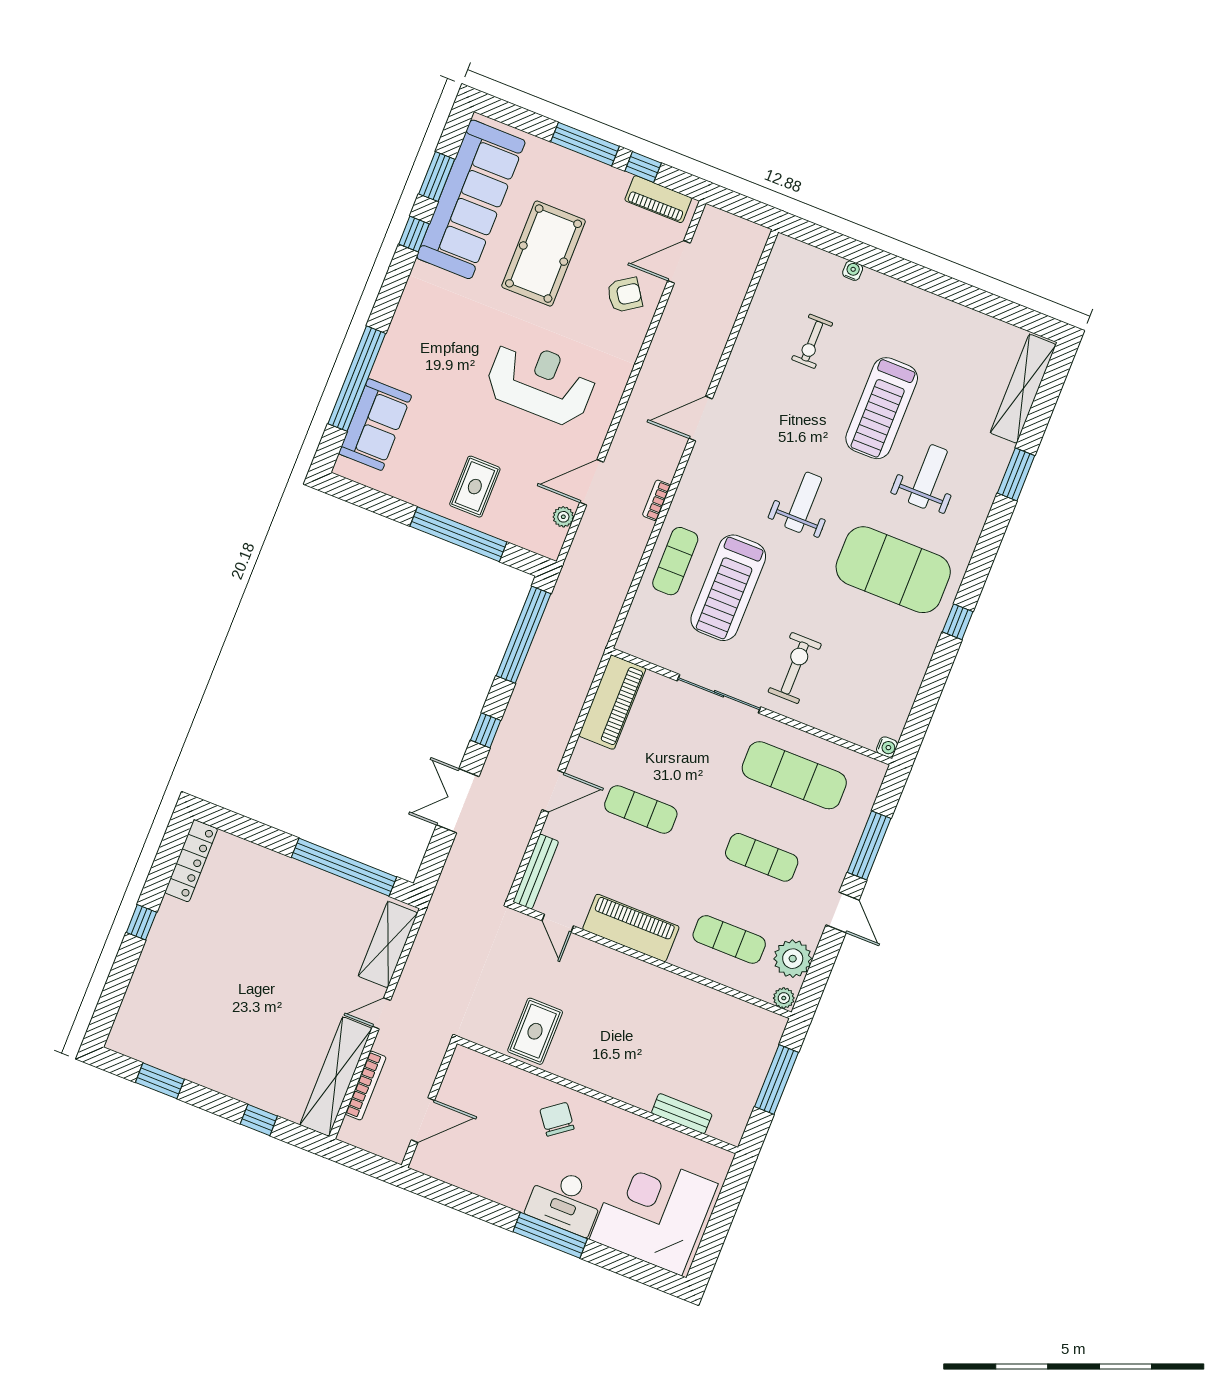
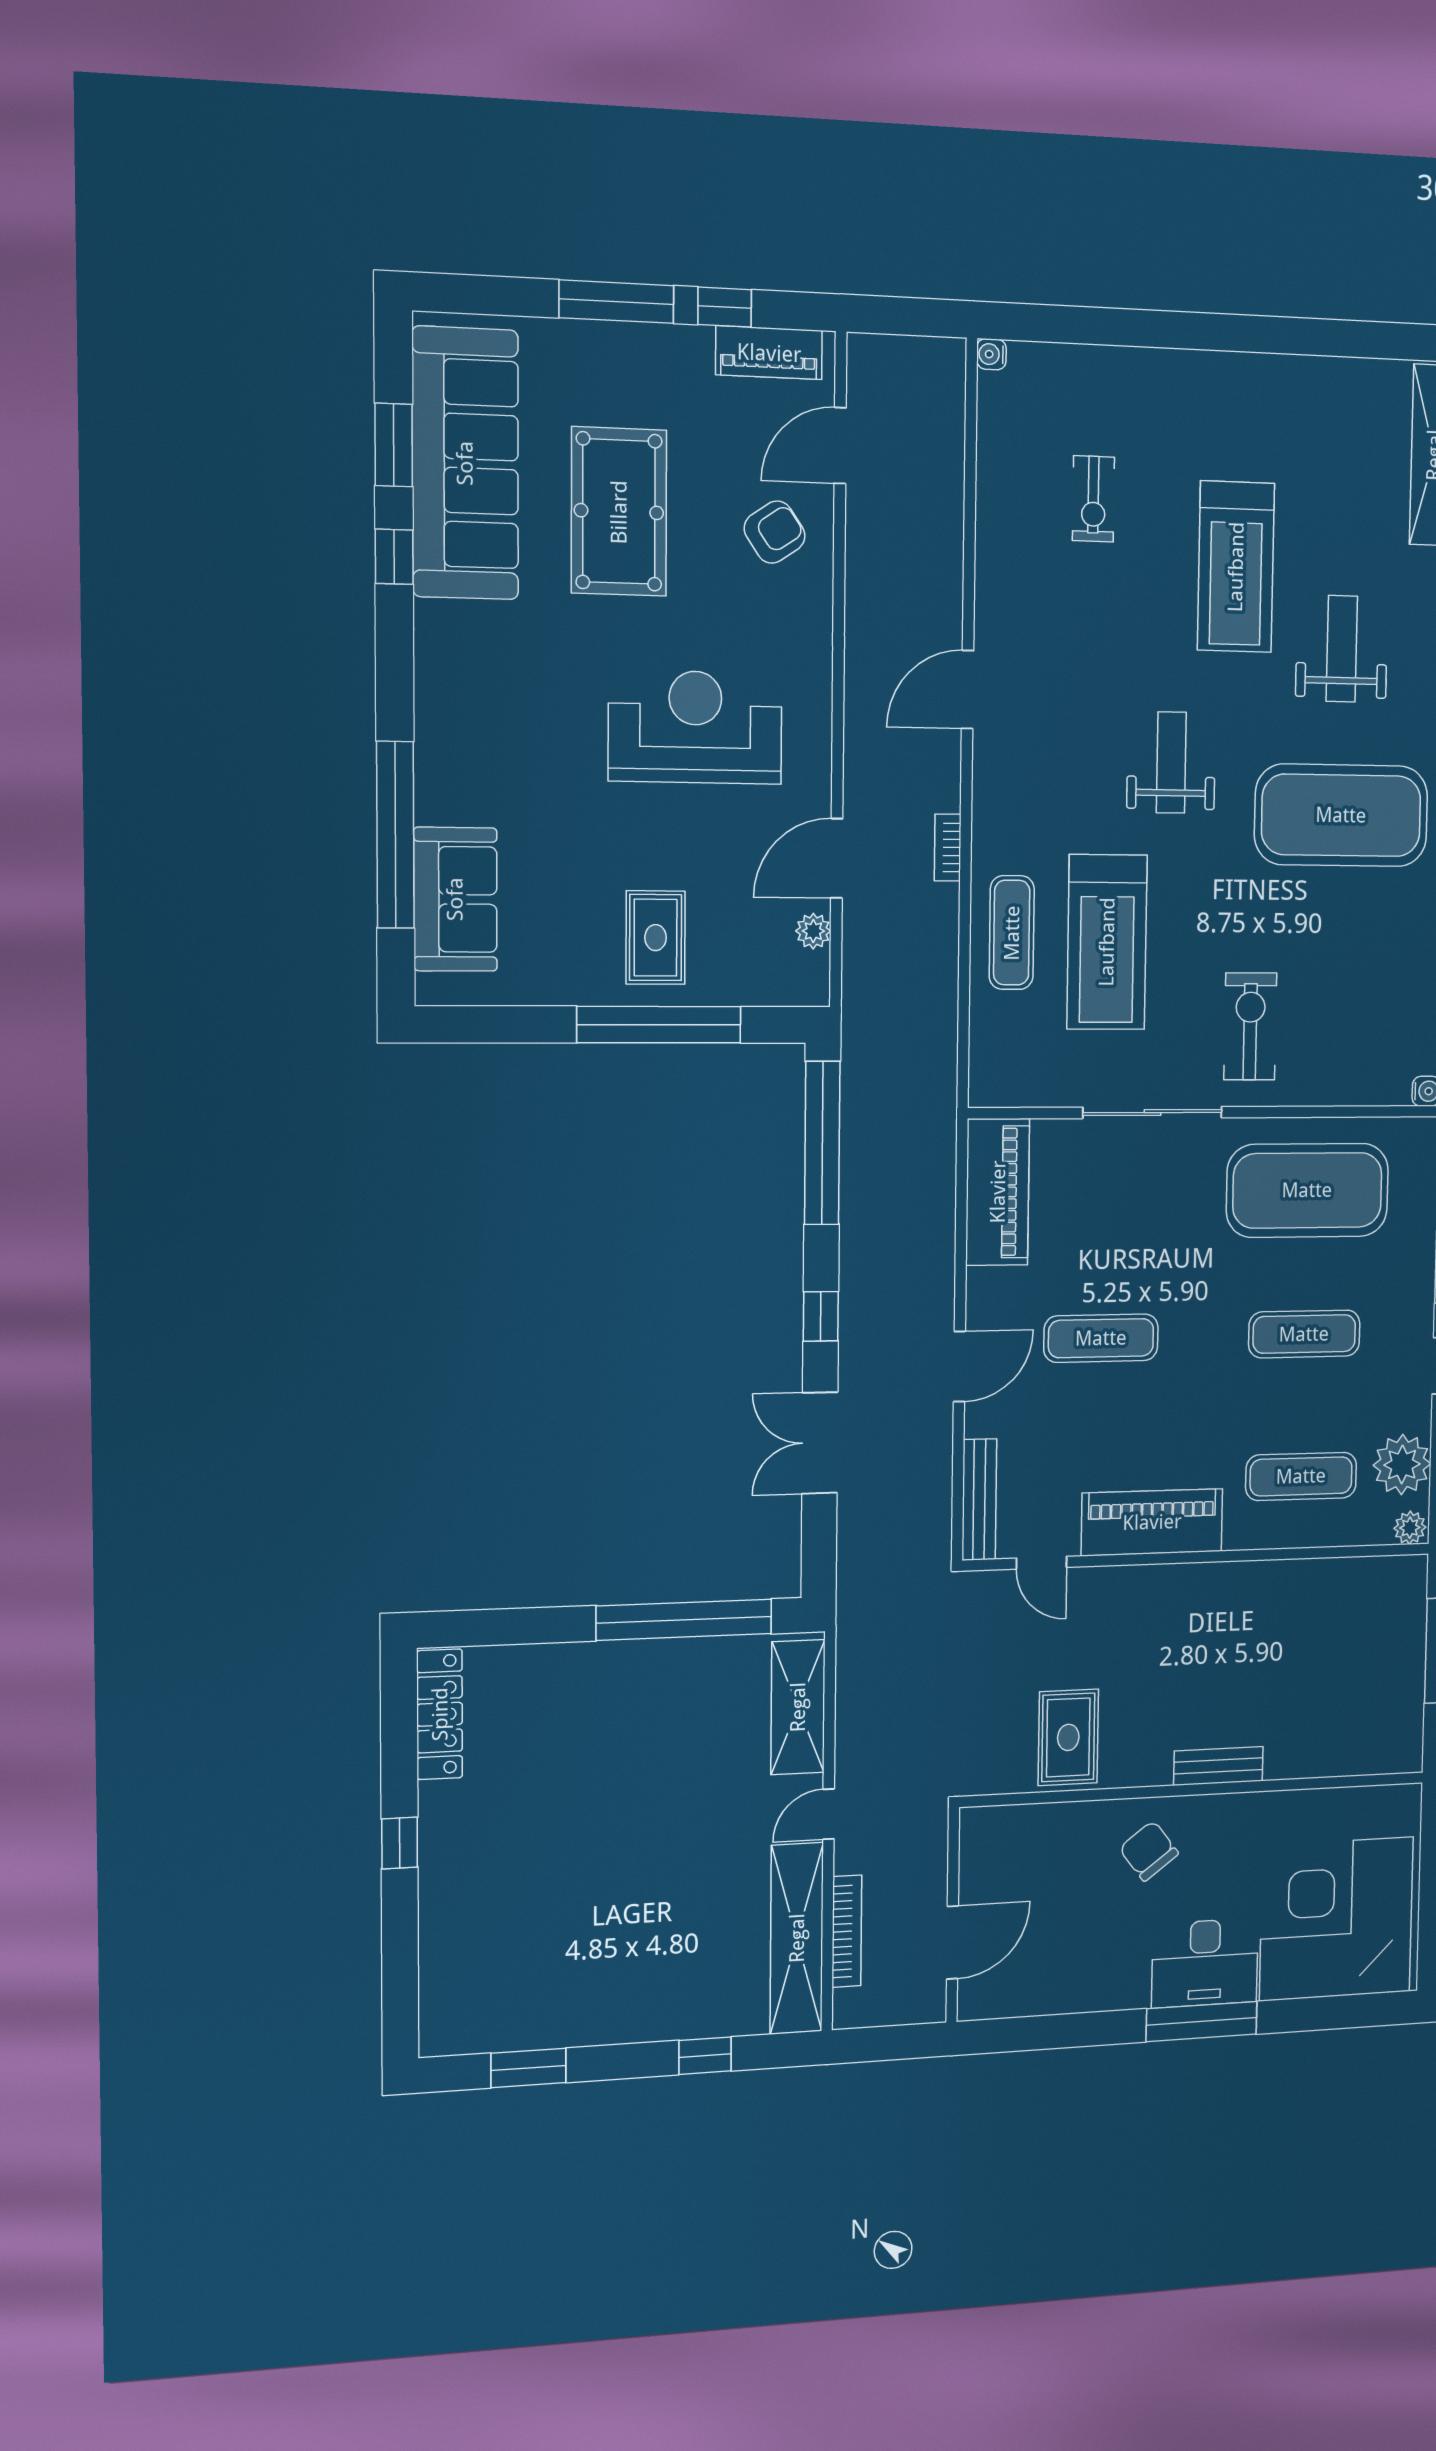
water cooler: (853, 271) -> (991, 354), moved, turned -90
exercise mat: (794, 775) -> (1307, 1190), width x1.47
bench: (682, 1114) -> (1218, 1766), moved

